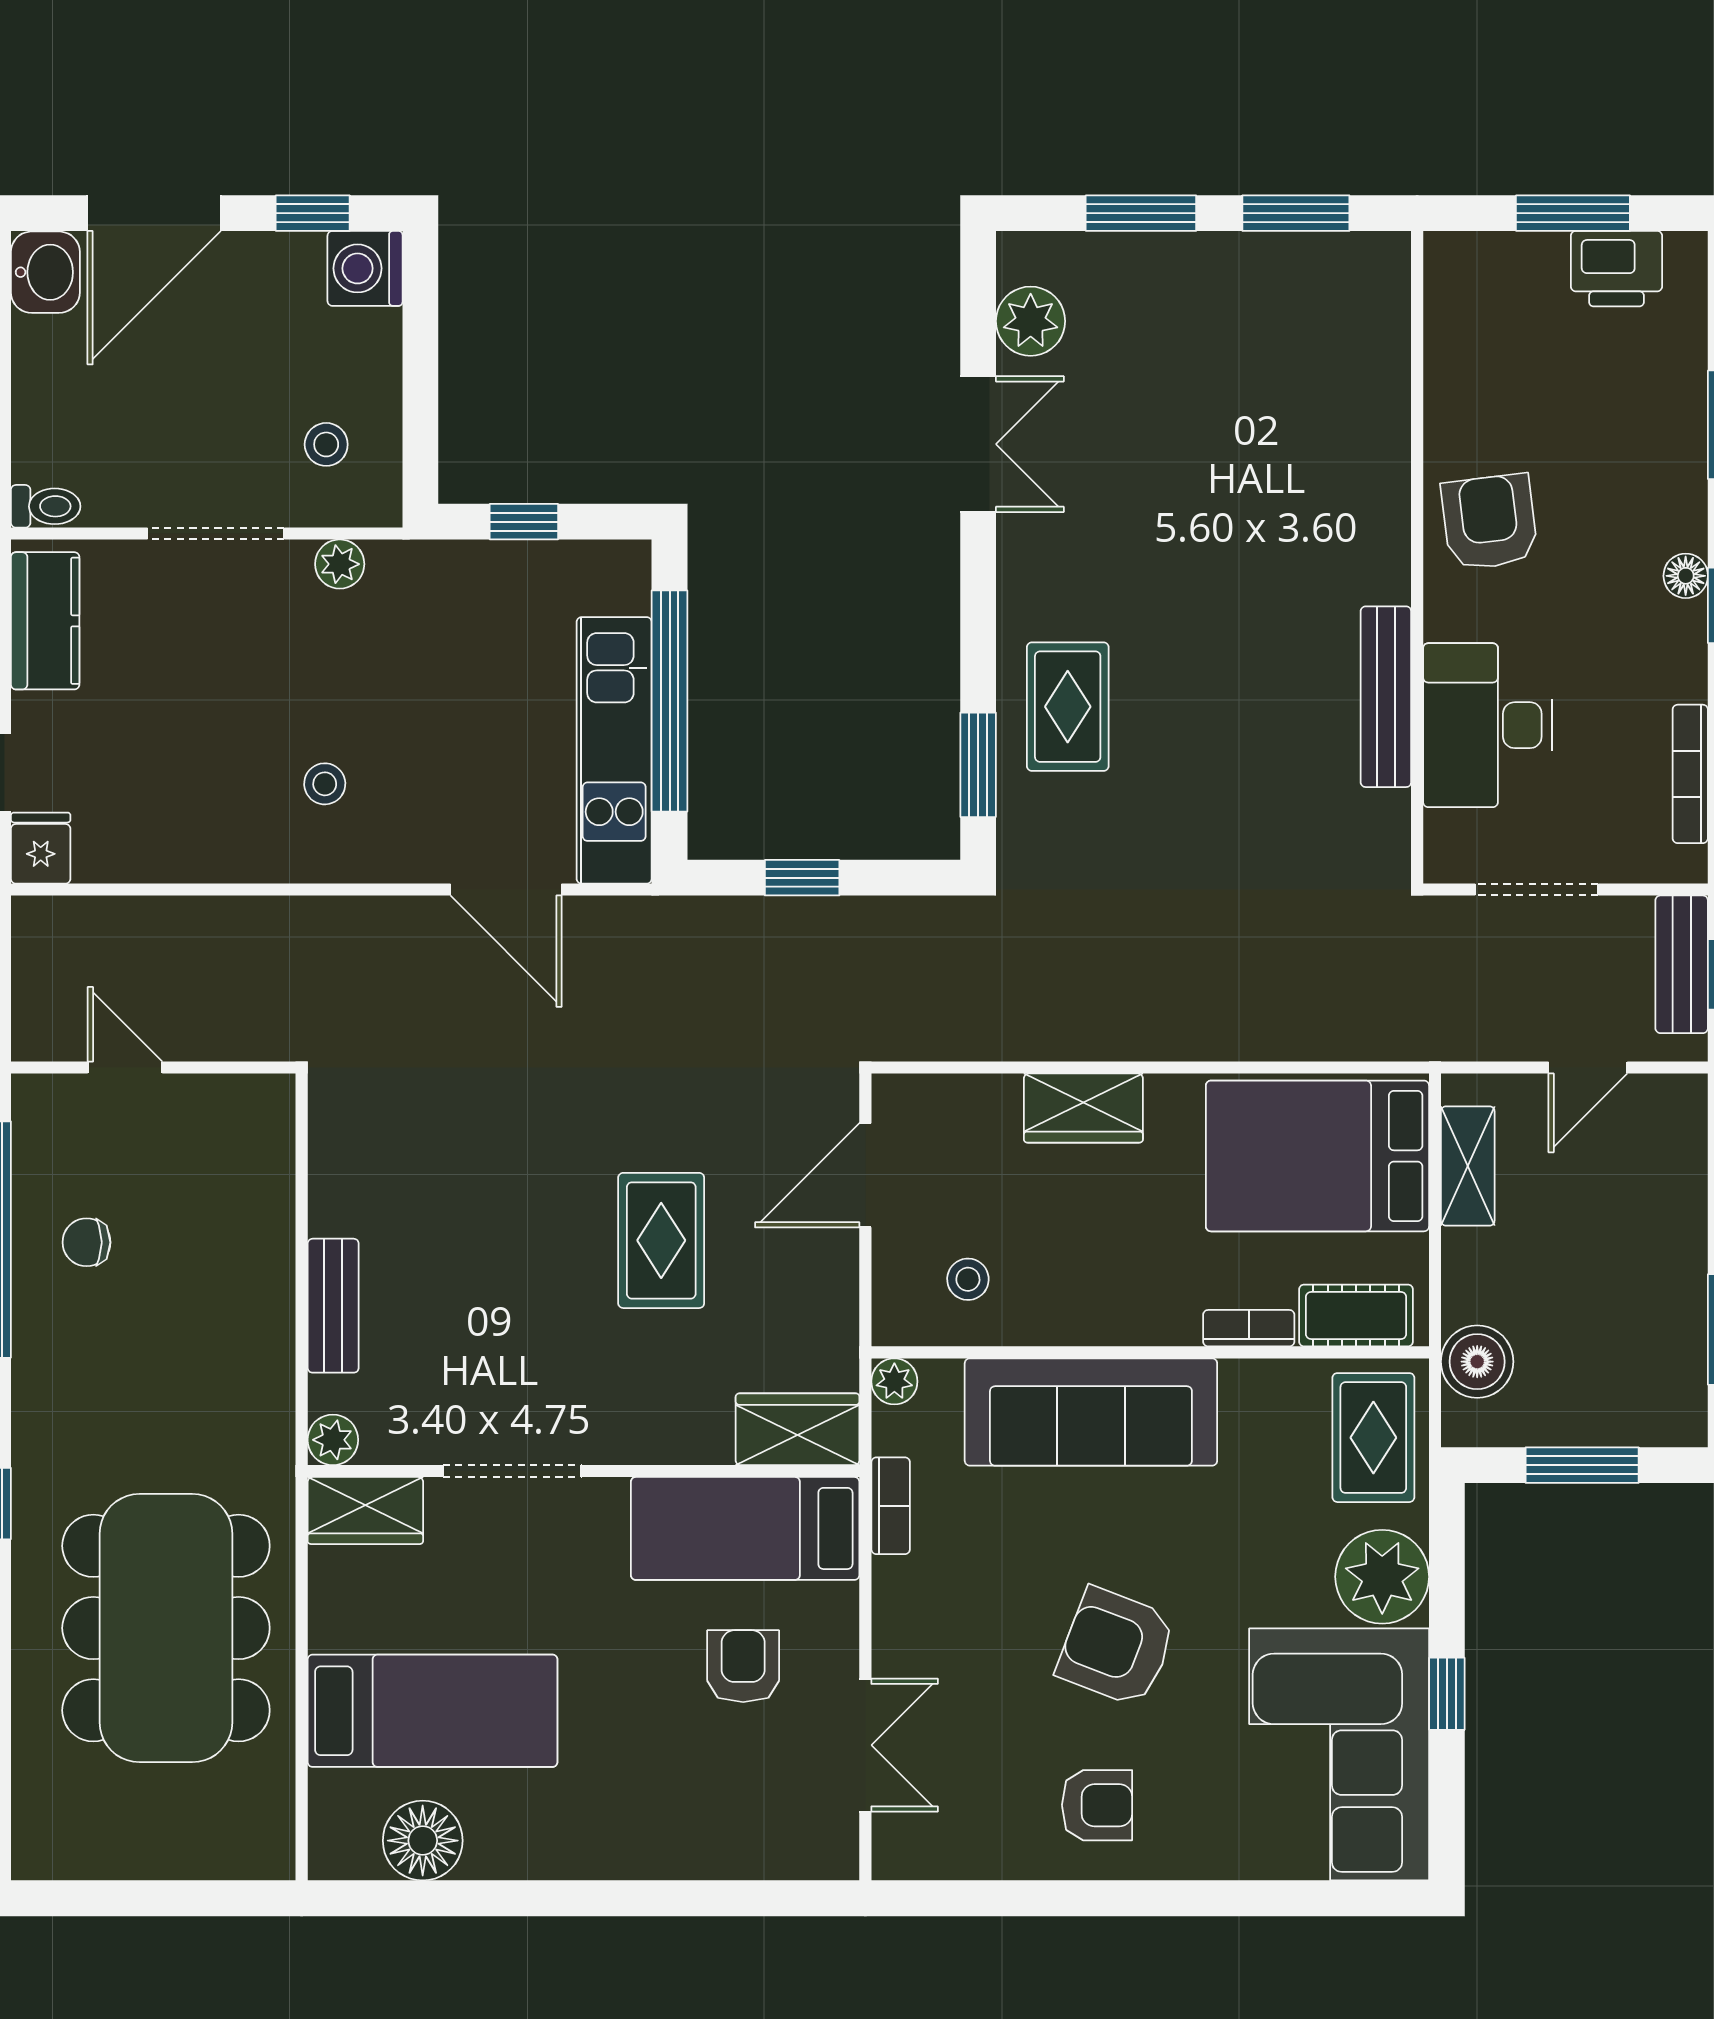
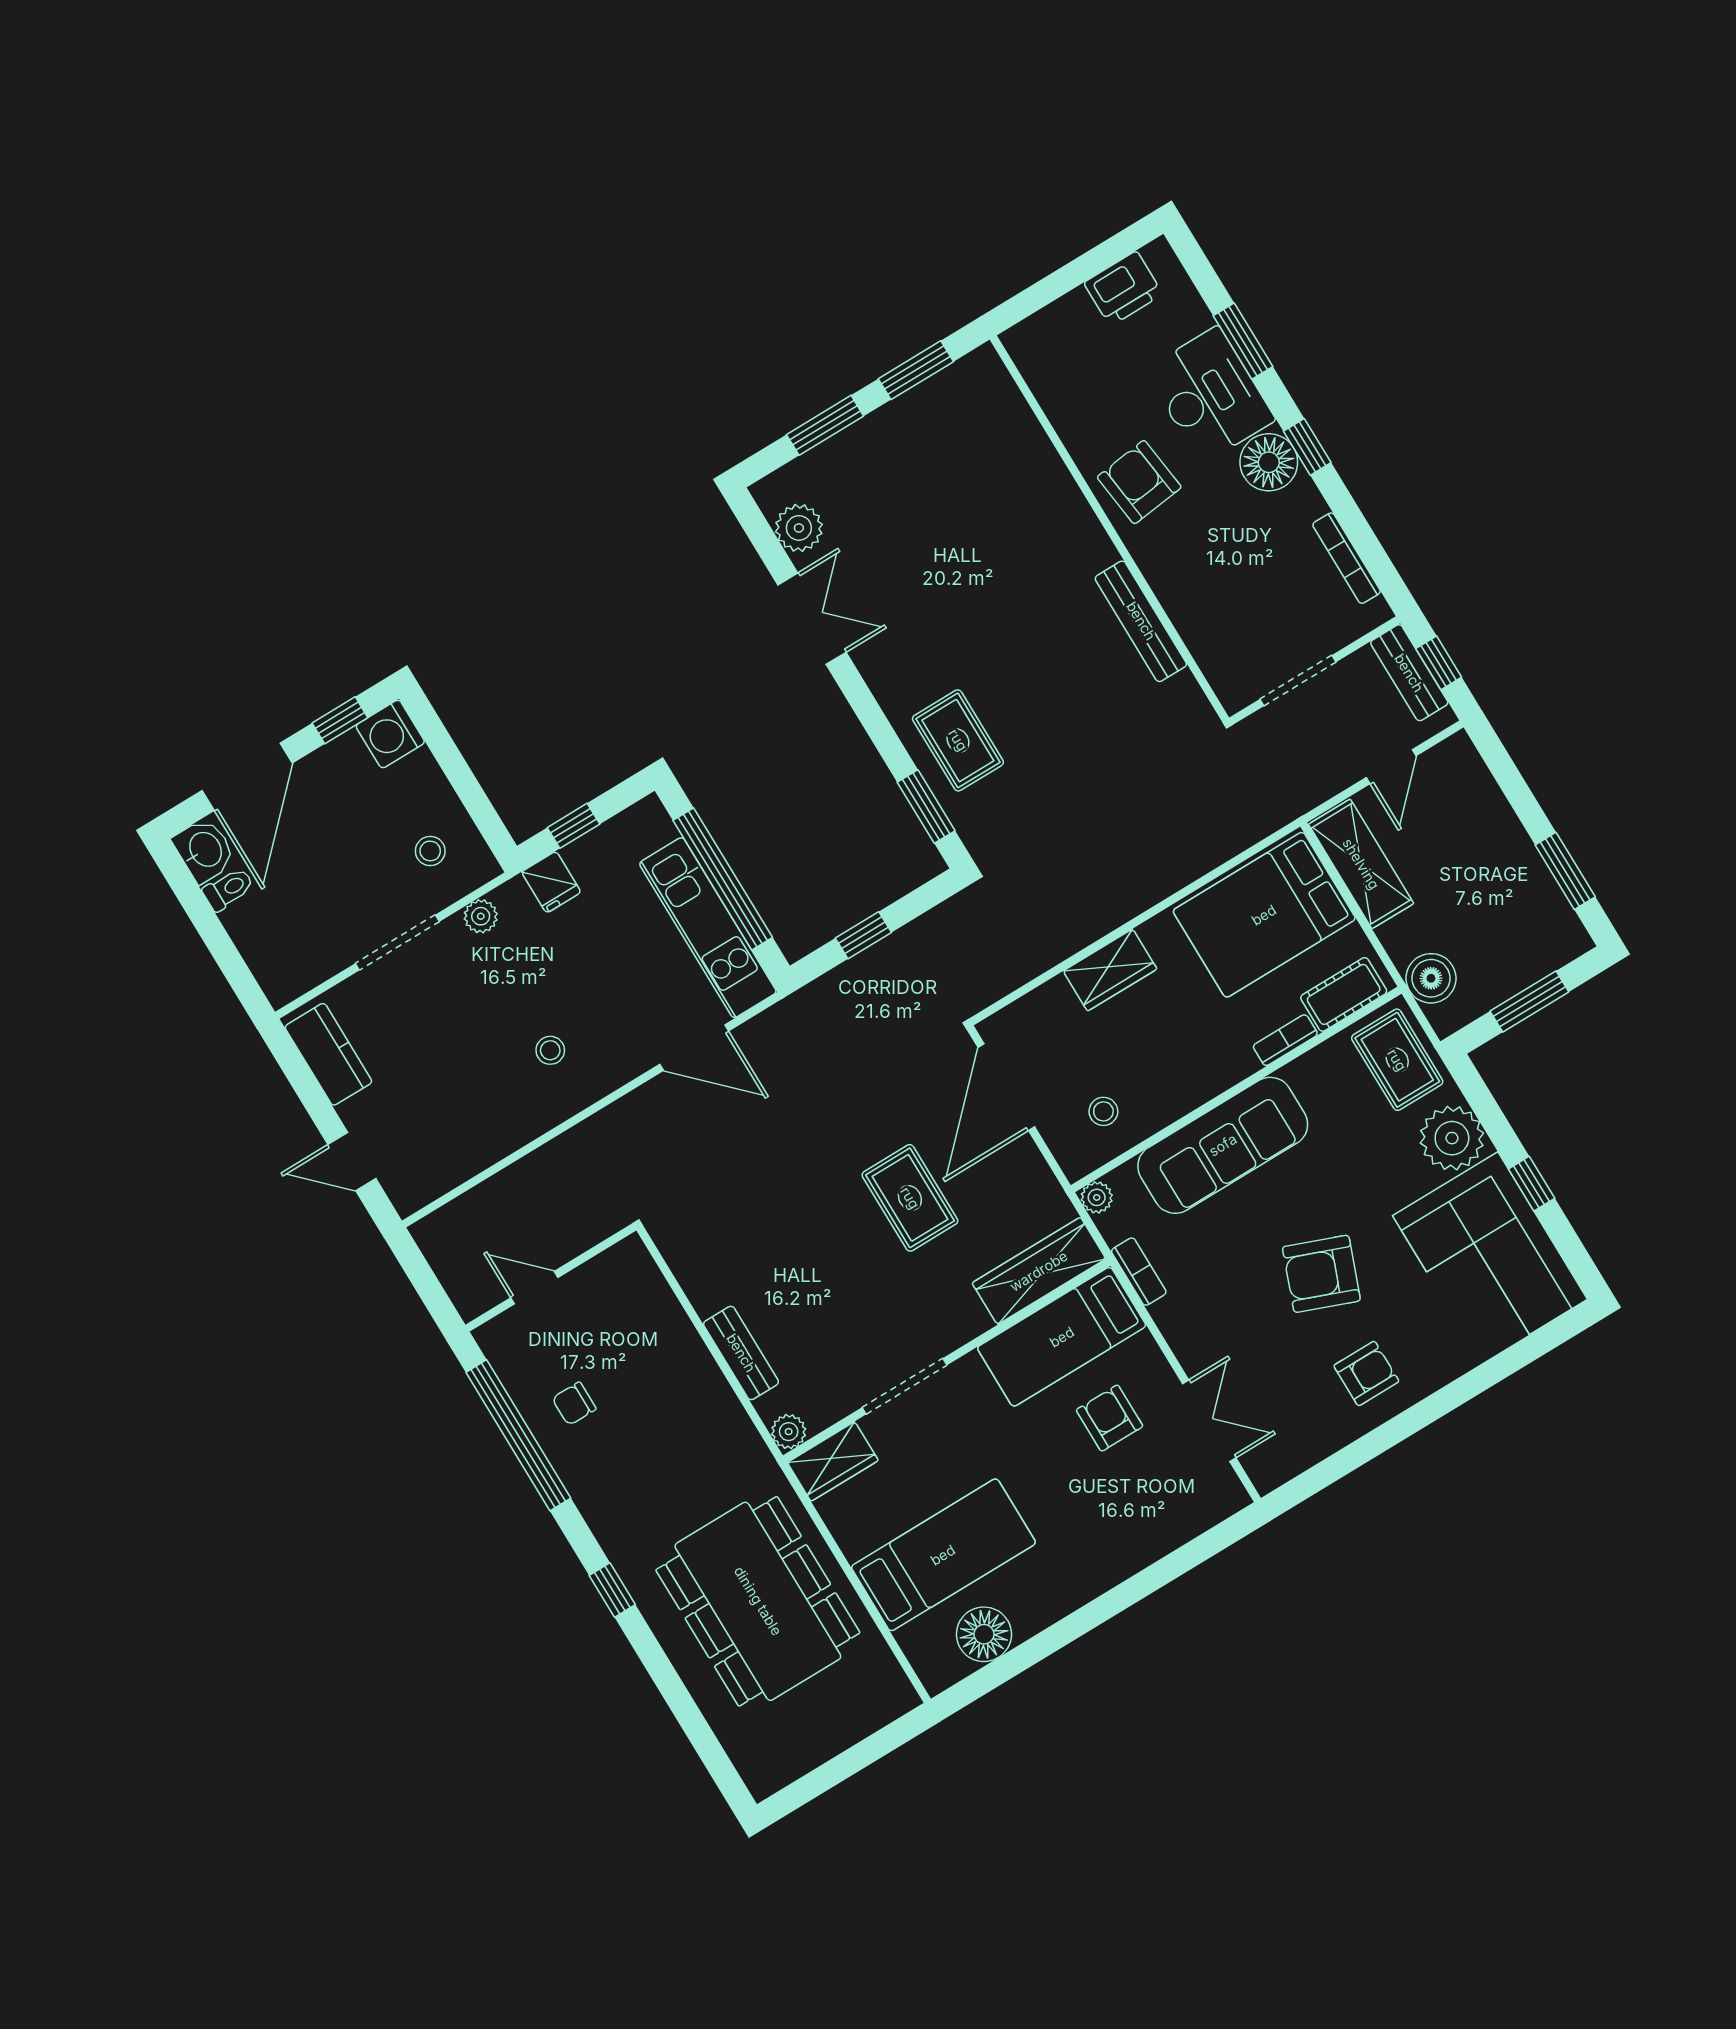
window: (1573, 213) -> (1078, 271), removed
toilet: (46, 506) -> (228, 889), moved
floor lamp: (1686, 576) -> (1269, 462), width x1.89, depth x1.89
desk: (1488, 725) -> (1210, 395), moved, turned 180
fridge: (41, 848) -> (551, 882), moved, turned 180
shelving: (1468, 1166) -> (1361, 864), width x1.50, depth x1.33
door: (865, 1175) -> (1006, 1087), width x1.36
wardrobe: (798, 1429) -> (1039, 1271), width x1.50

